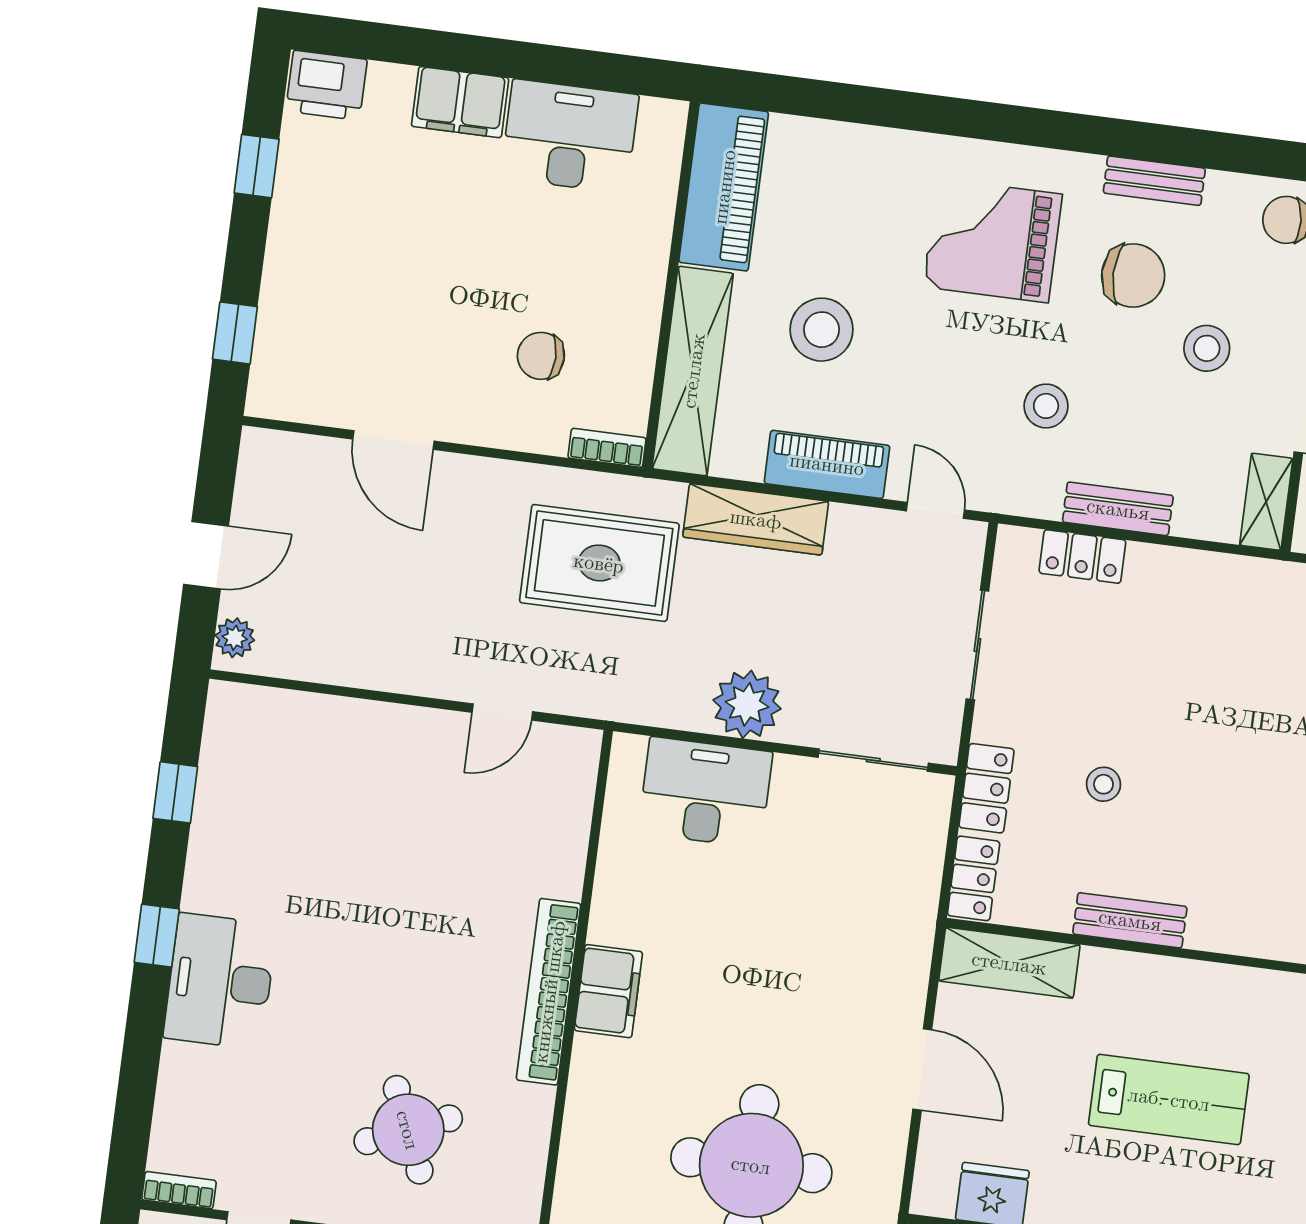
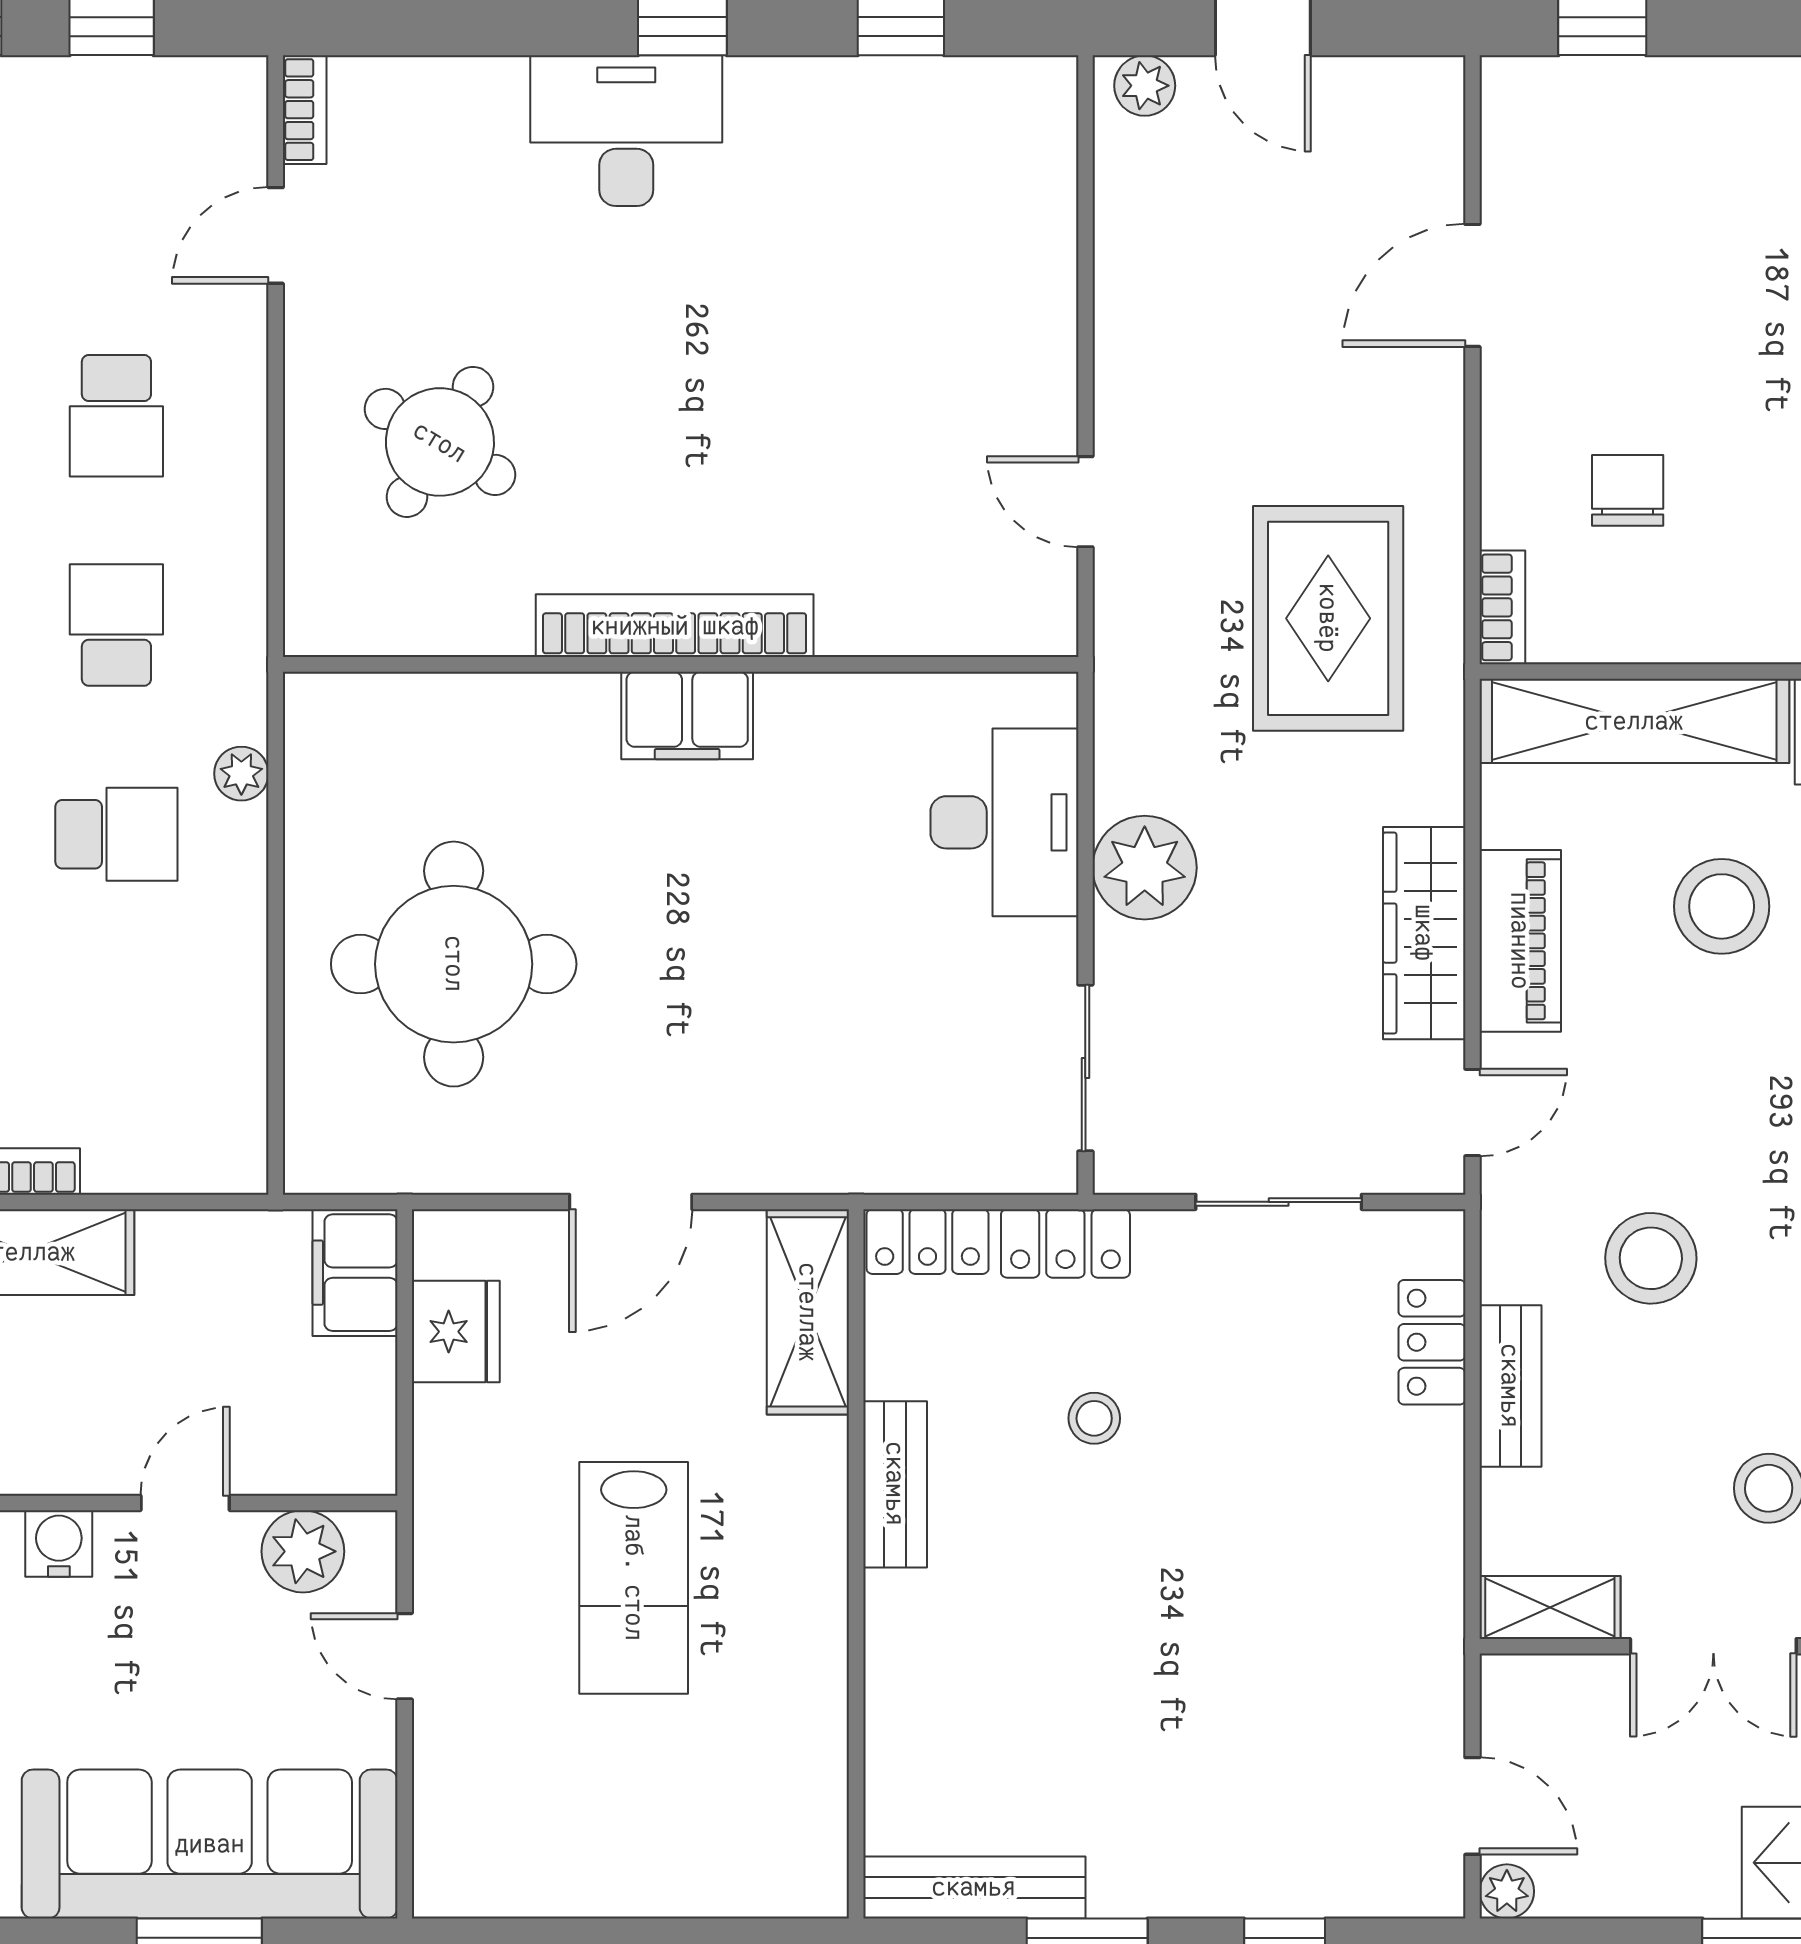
stool: (1046, 406) -> (1651, 1258), width x1.38, depth x1.38
wardrobe: (756, 519) -> (1424, 933), moved
round table: (408, 1130) -> (440, 442), turned -36

